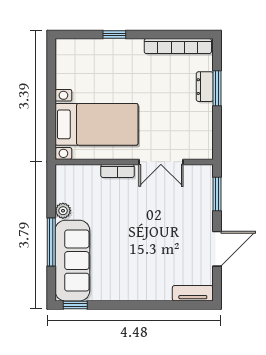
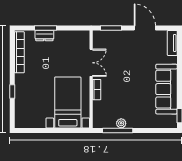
window: (51, 242) -> (118, 131), moved
sofa: (72, 261) -> (166, 89), moved, turned -90

